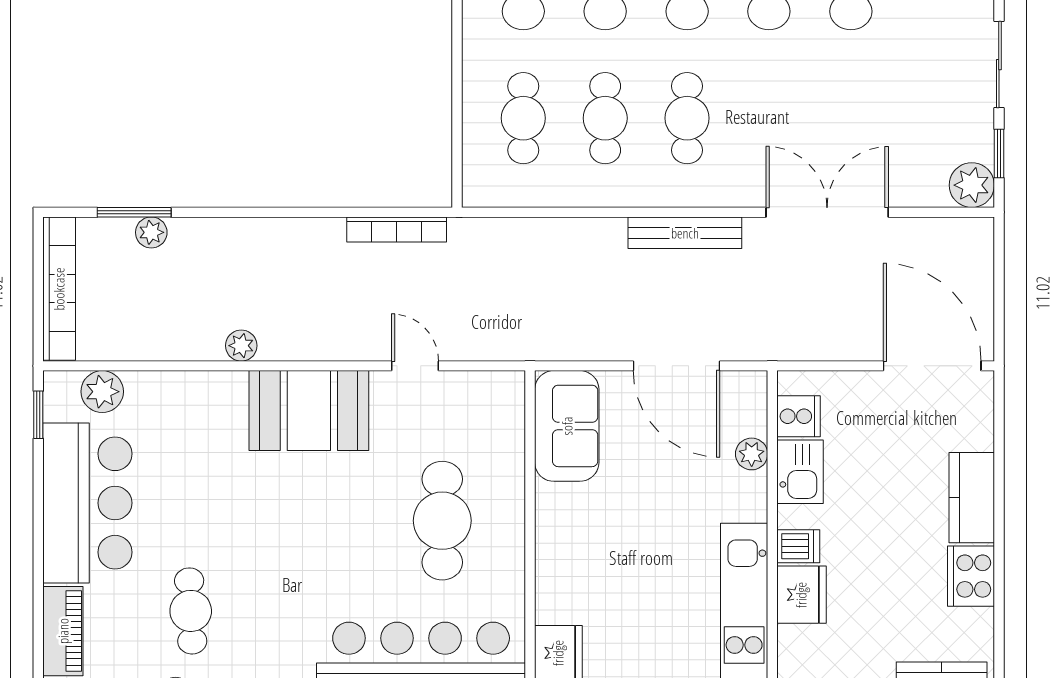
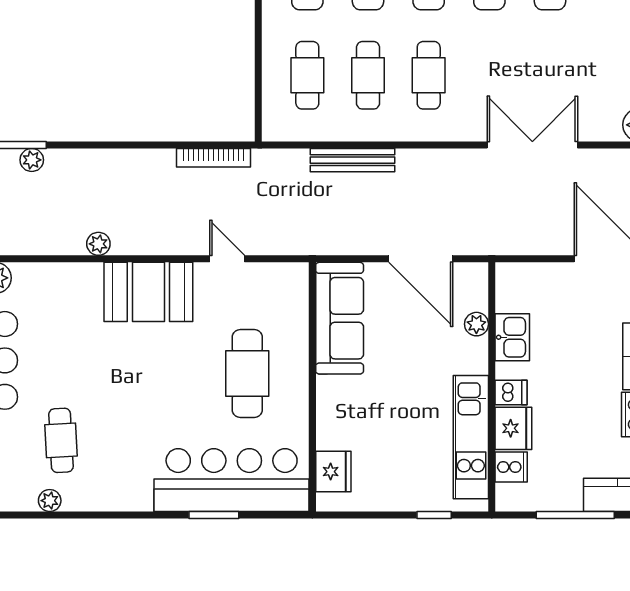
bench: (685, 233) -> (353, 160), moved
cooker: (798, 416) -> (511, 467), moved
sofa: (567, 426) -> (340, 318), width x1.36

